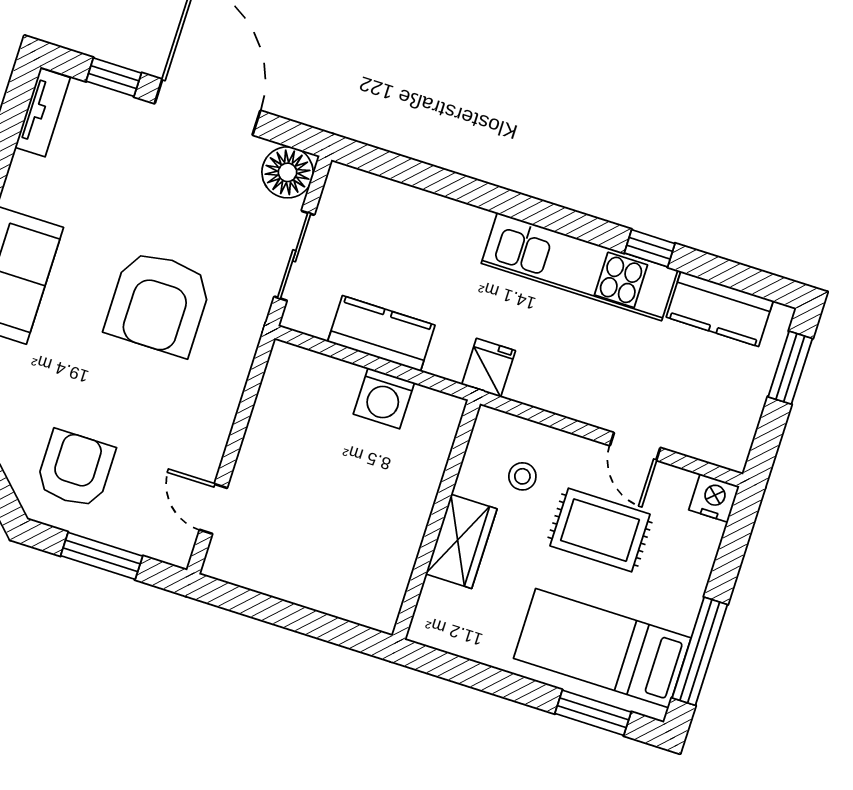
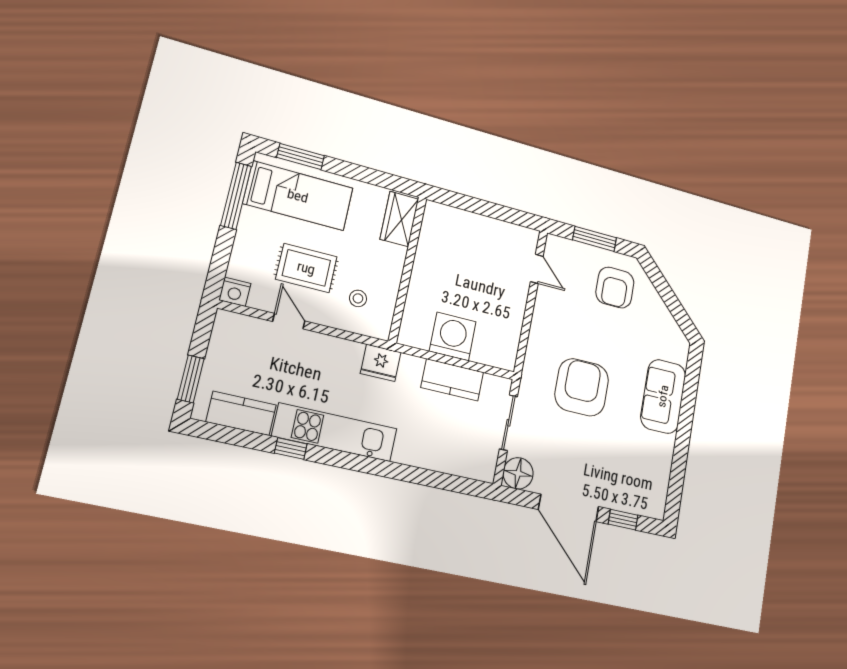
tv unit: (43, 112) -> (659, 494), removed
fridge: (489, 368) -> (381, 363), width x1.38
washing machine: (384, 398) -> (453, 336), width x1.37, depth x1.37
wardrobe: (461, 541) -> (399, 219), moved

